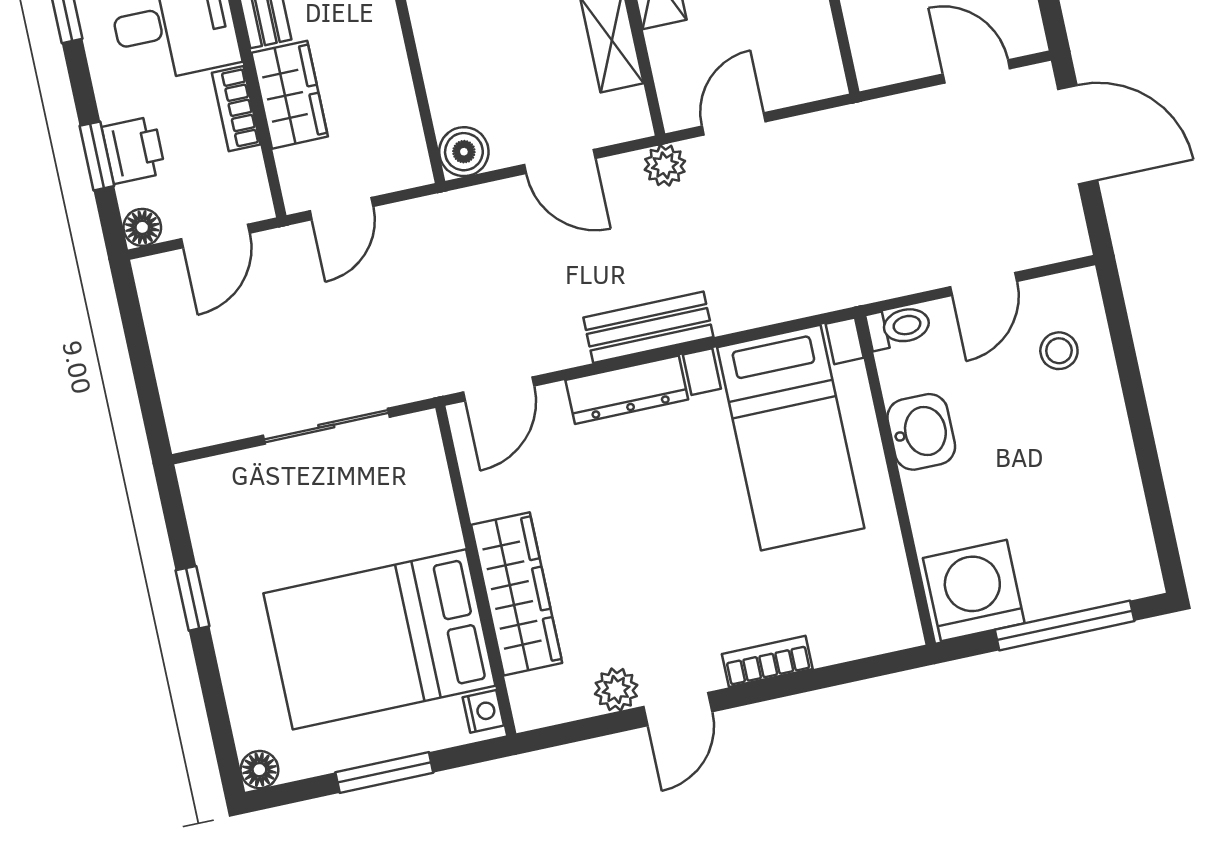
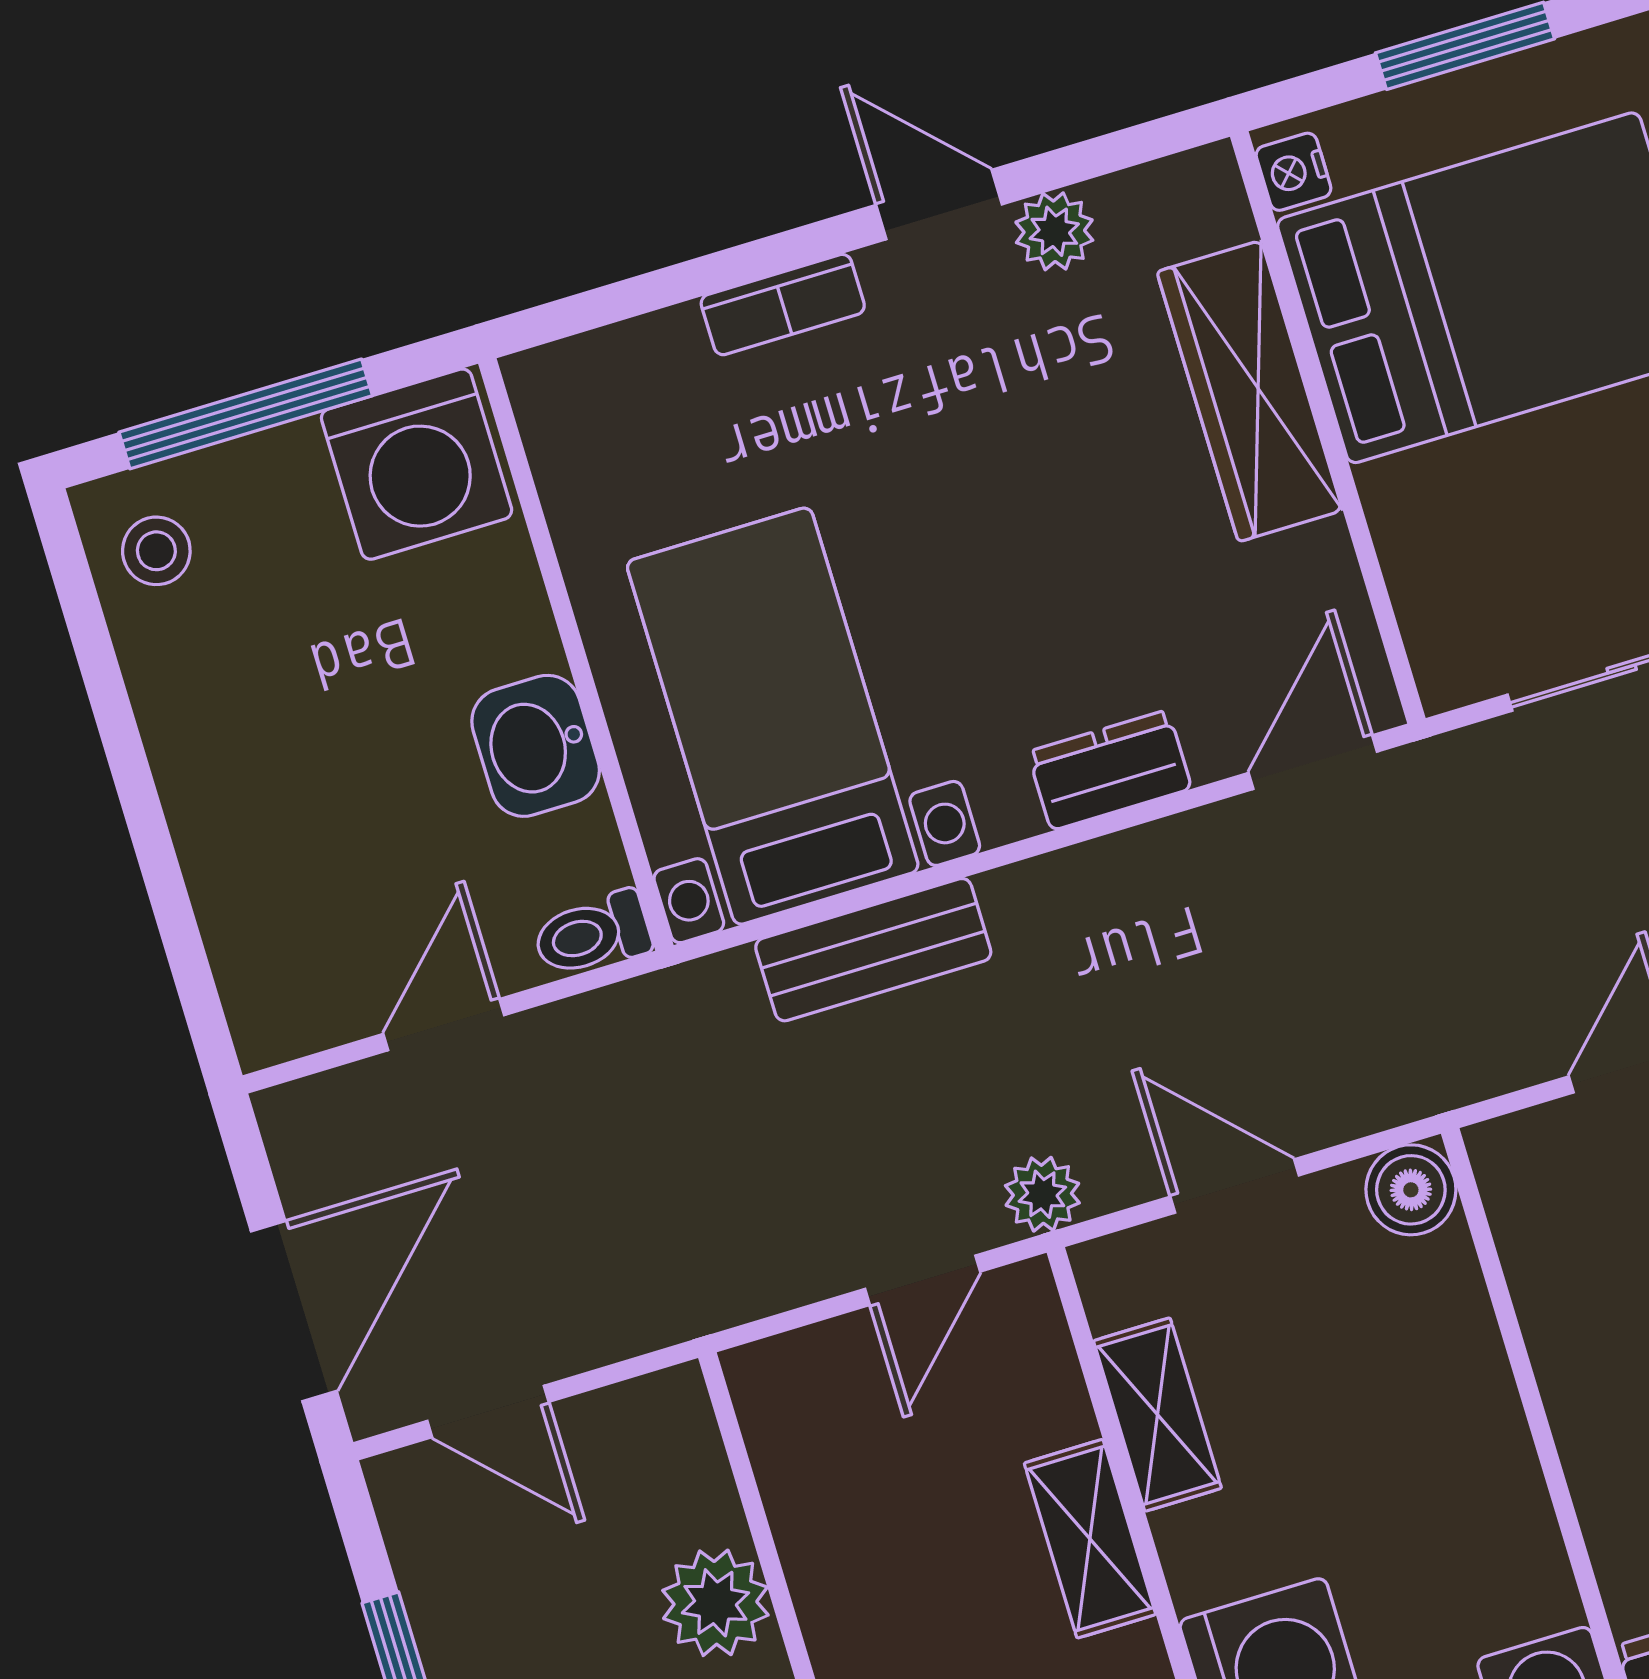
door: (1078, 135) -> (294, 1311), swing flipped
bench: (648, 327) -> (873, 950), moved
stool: (1059, 351) -> (156, 551), moved
dresser: (627, 390) -> (1110, 770), width x0.70
door: (678, 709) -> (939, 205), hinge flipped

